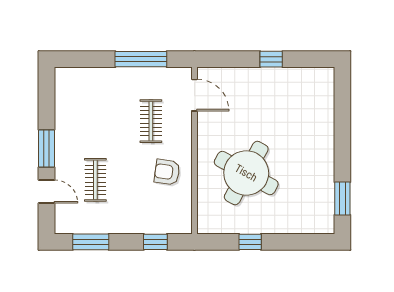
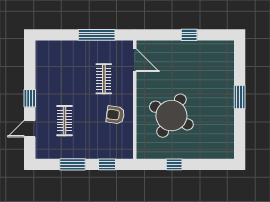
window: (46, 149) -> (30, 98), width x0.67
door: (46, 191) -> (30, 129), swing flipped
window: (342, 199) -> (240, 97), moved
window: (91, 242) -> (72, 164), moved

